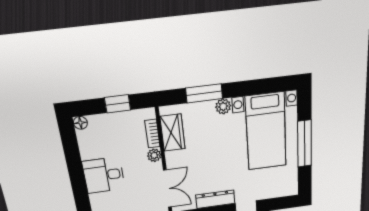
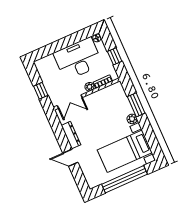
wardrobe: (173, 133) -> (107, 94), removed
window: (304, 144) -> (125, 179), width x1.46
desk: (104, 175) -> (78, 59), width x1.87, depth x1.30

